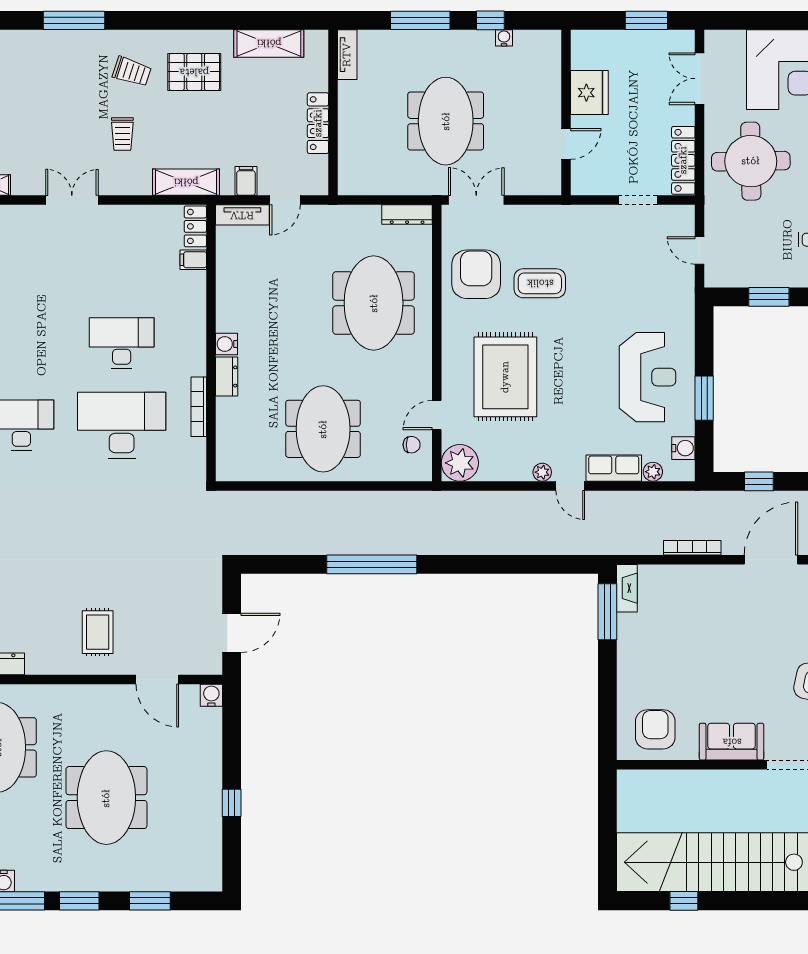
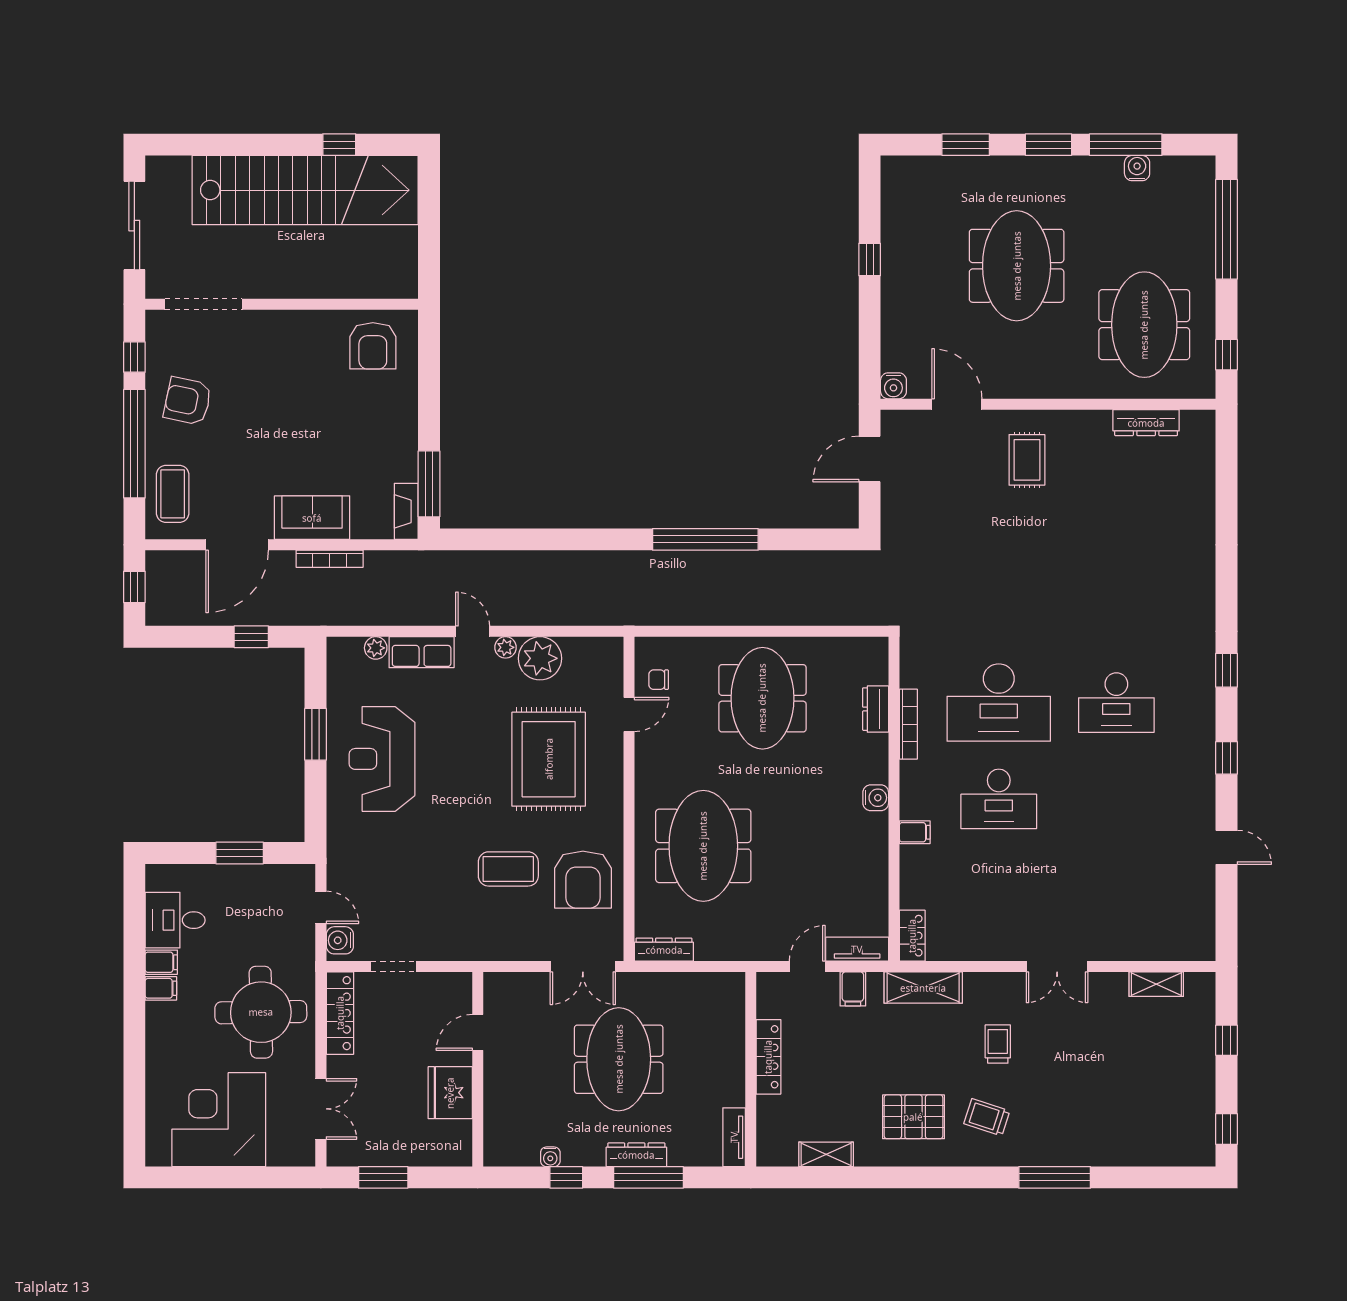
dresser: (431, 40) -> (636, 1155), added
shelving: (269, 43) -> (826, 1154), width x0.67, depth x0.75
filing cabinet: (193, 260) -> (915, 832), moved
dresser: (227, 376) -> (876, 709), moved
water cooler: (683, 448) -> (340, 940), moved
plant: (460, 463) -> (540, 658), moved
sofa: (732, 742) -> (312, 518), moved, turned 180

